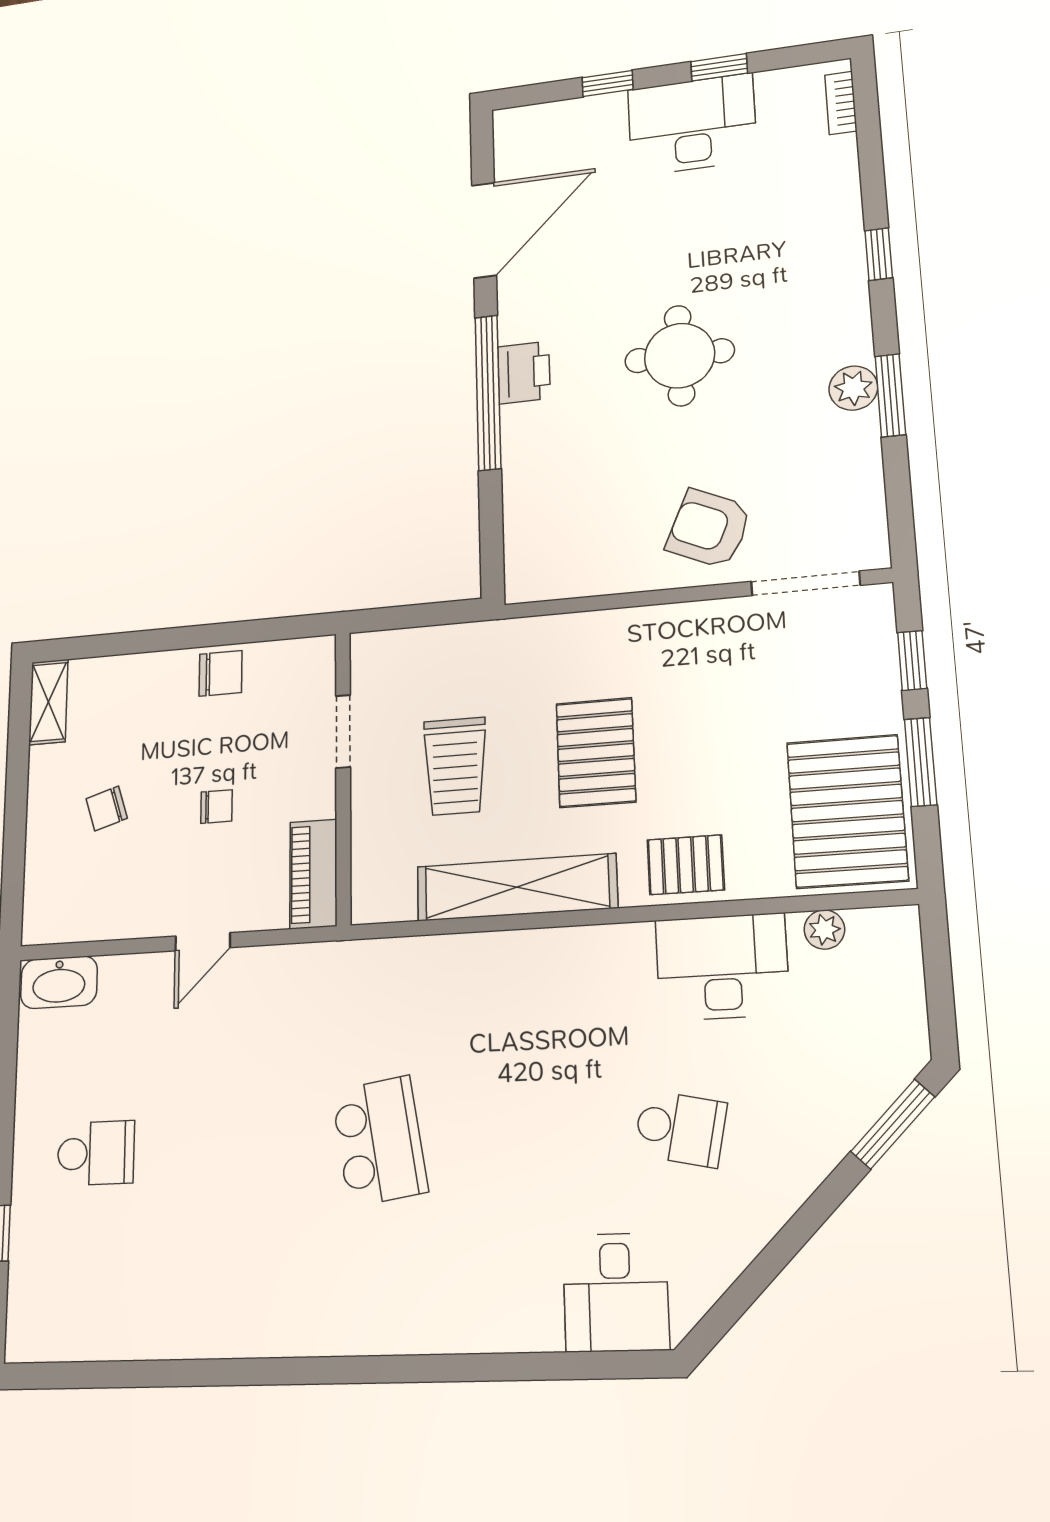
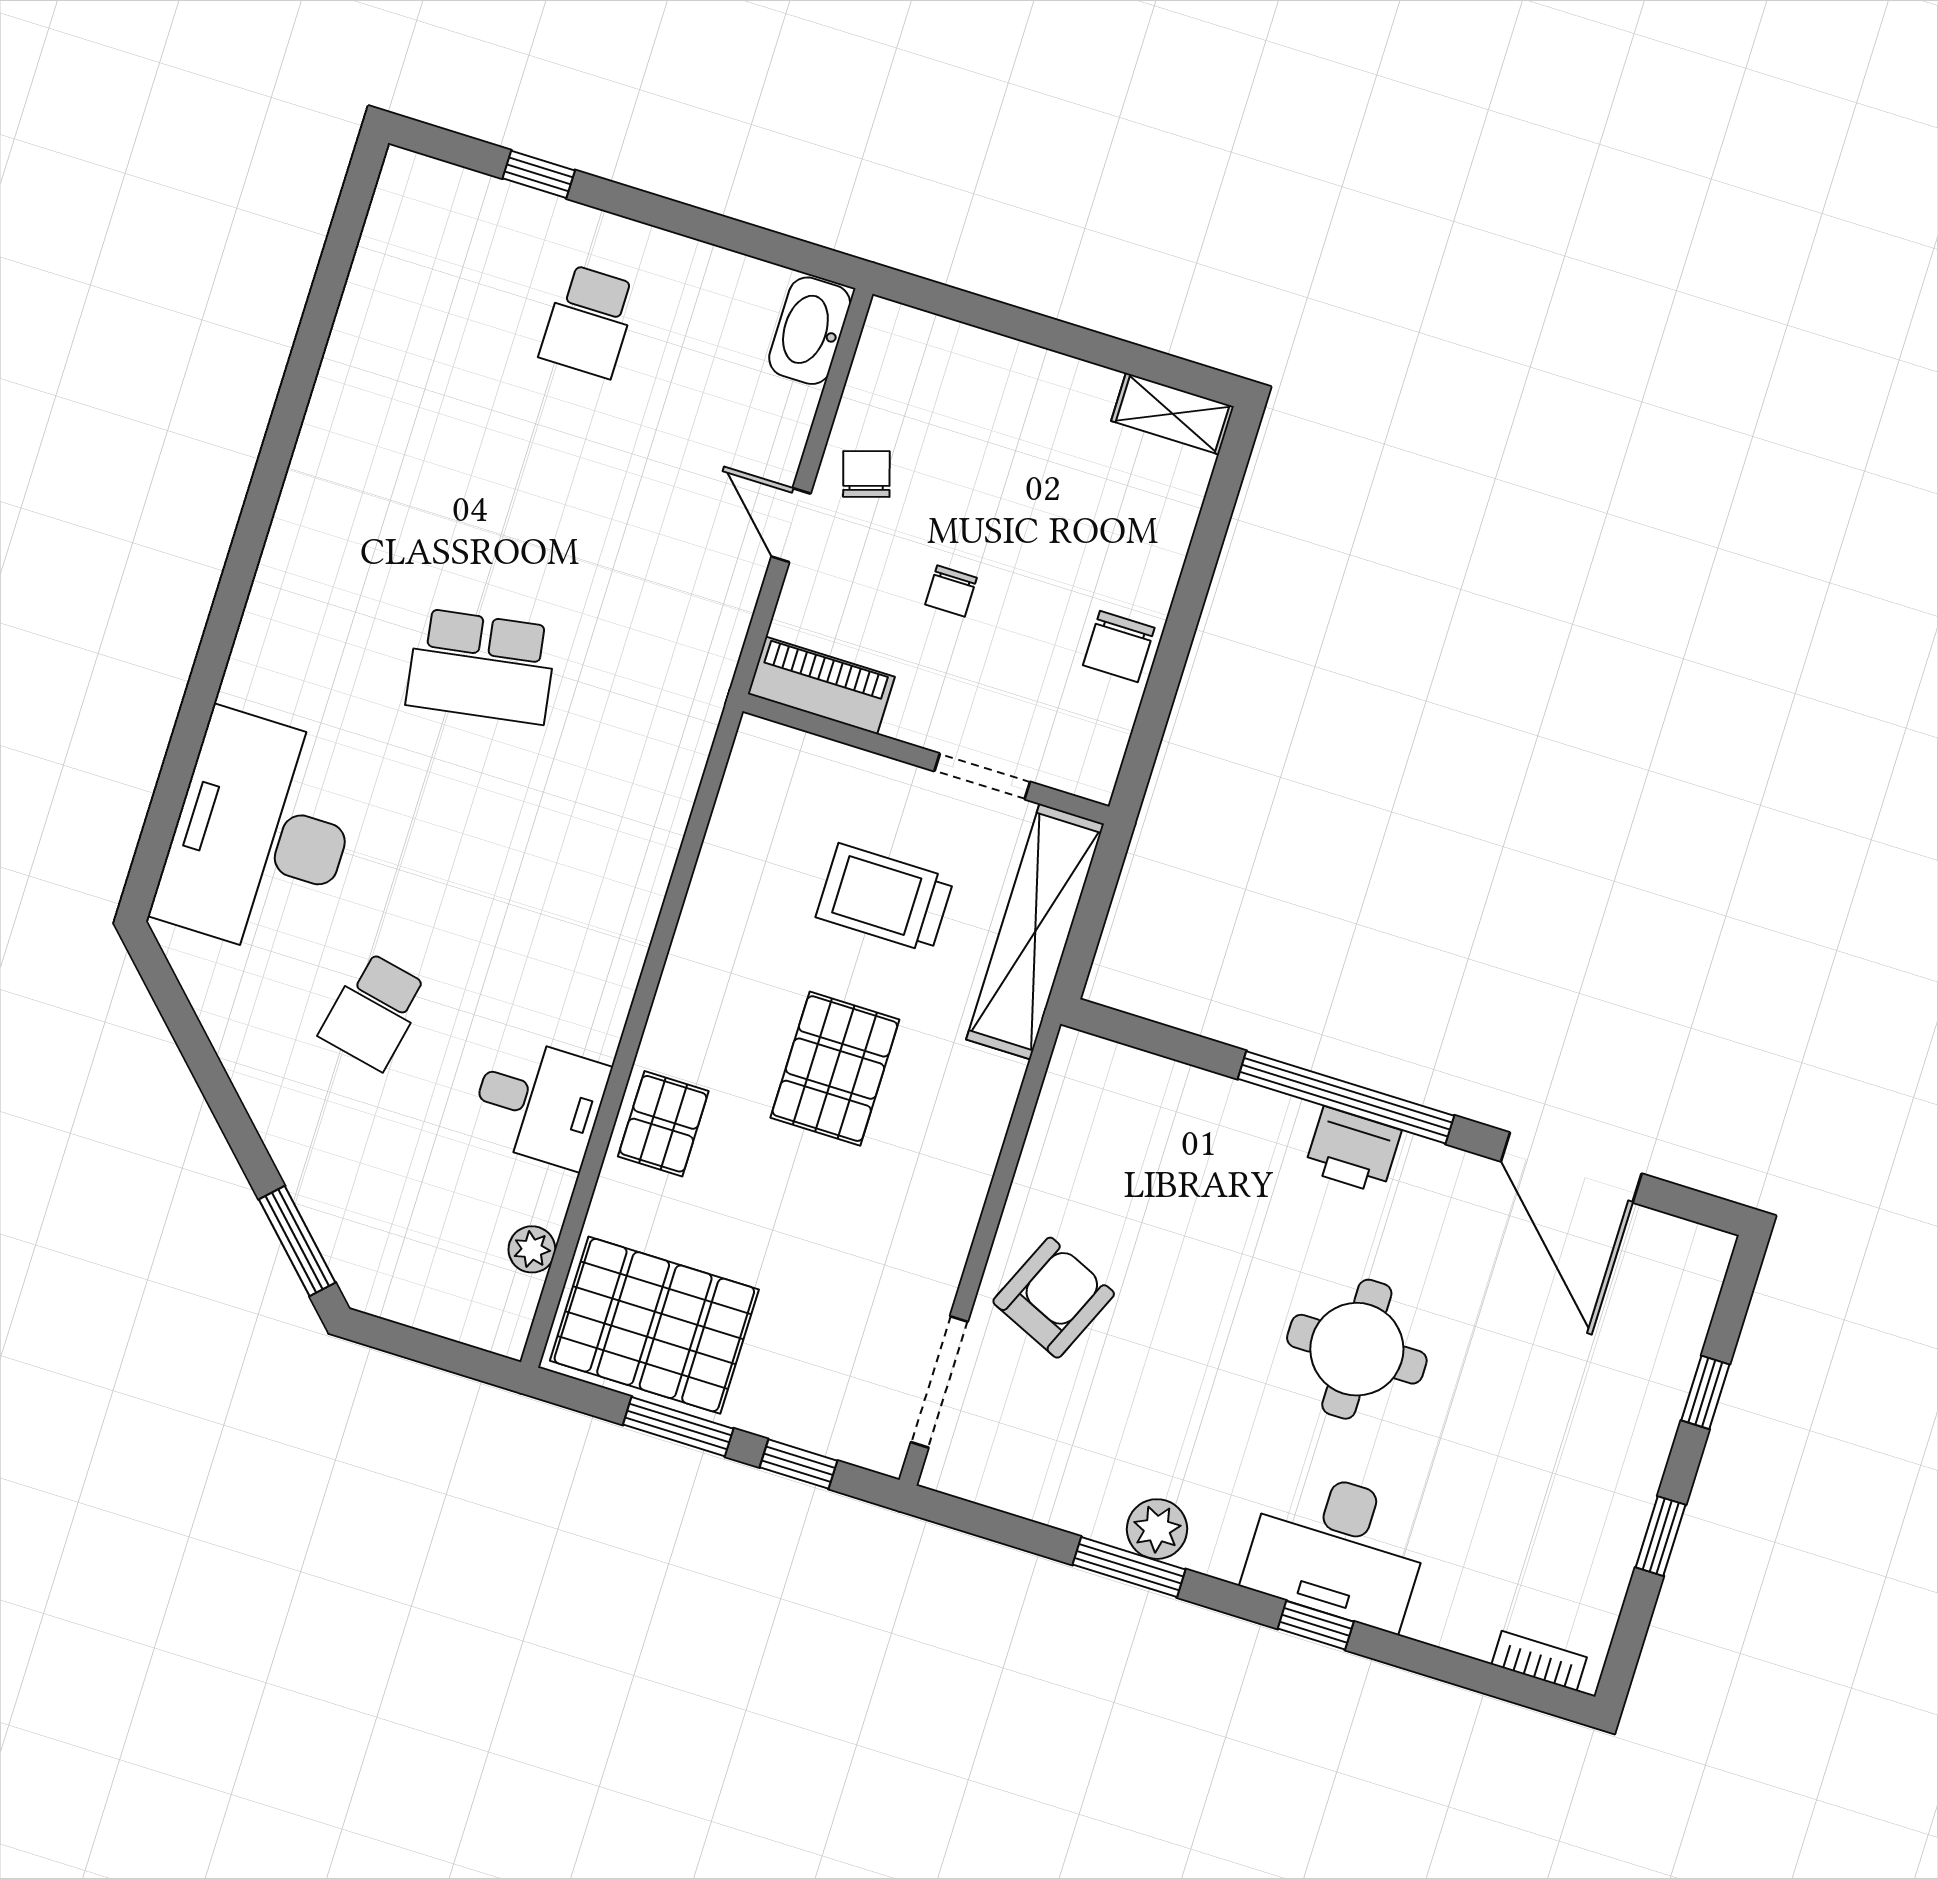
desk: (692, 125) -> (1338, 1548), moved, turned 90
round table: (680, 356) -> (1357, 1349), moved
pallet: (596, 753) -> (835, 1069), turned 90
chair: (107, 808) -> (866, 474), moved
shelving: (517, 887) -> (1035, 932), moved
desk: (722, 967) -> (539, 1102), width x0.73
desk: (616, 1292) -> (260, 834), width x1.87, depth x1.30

